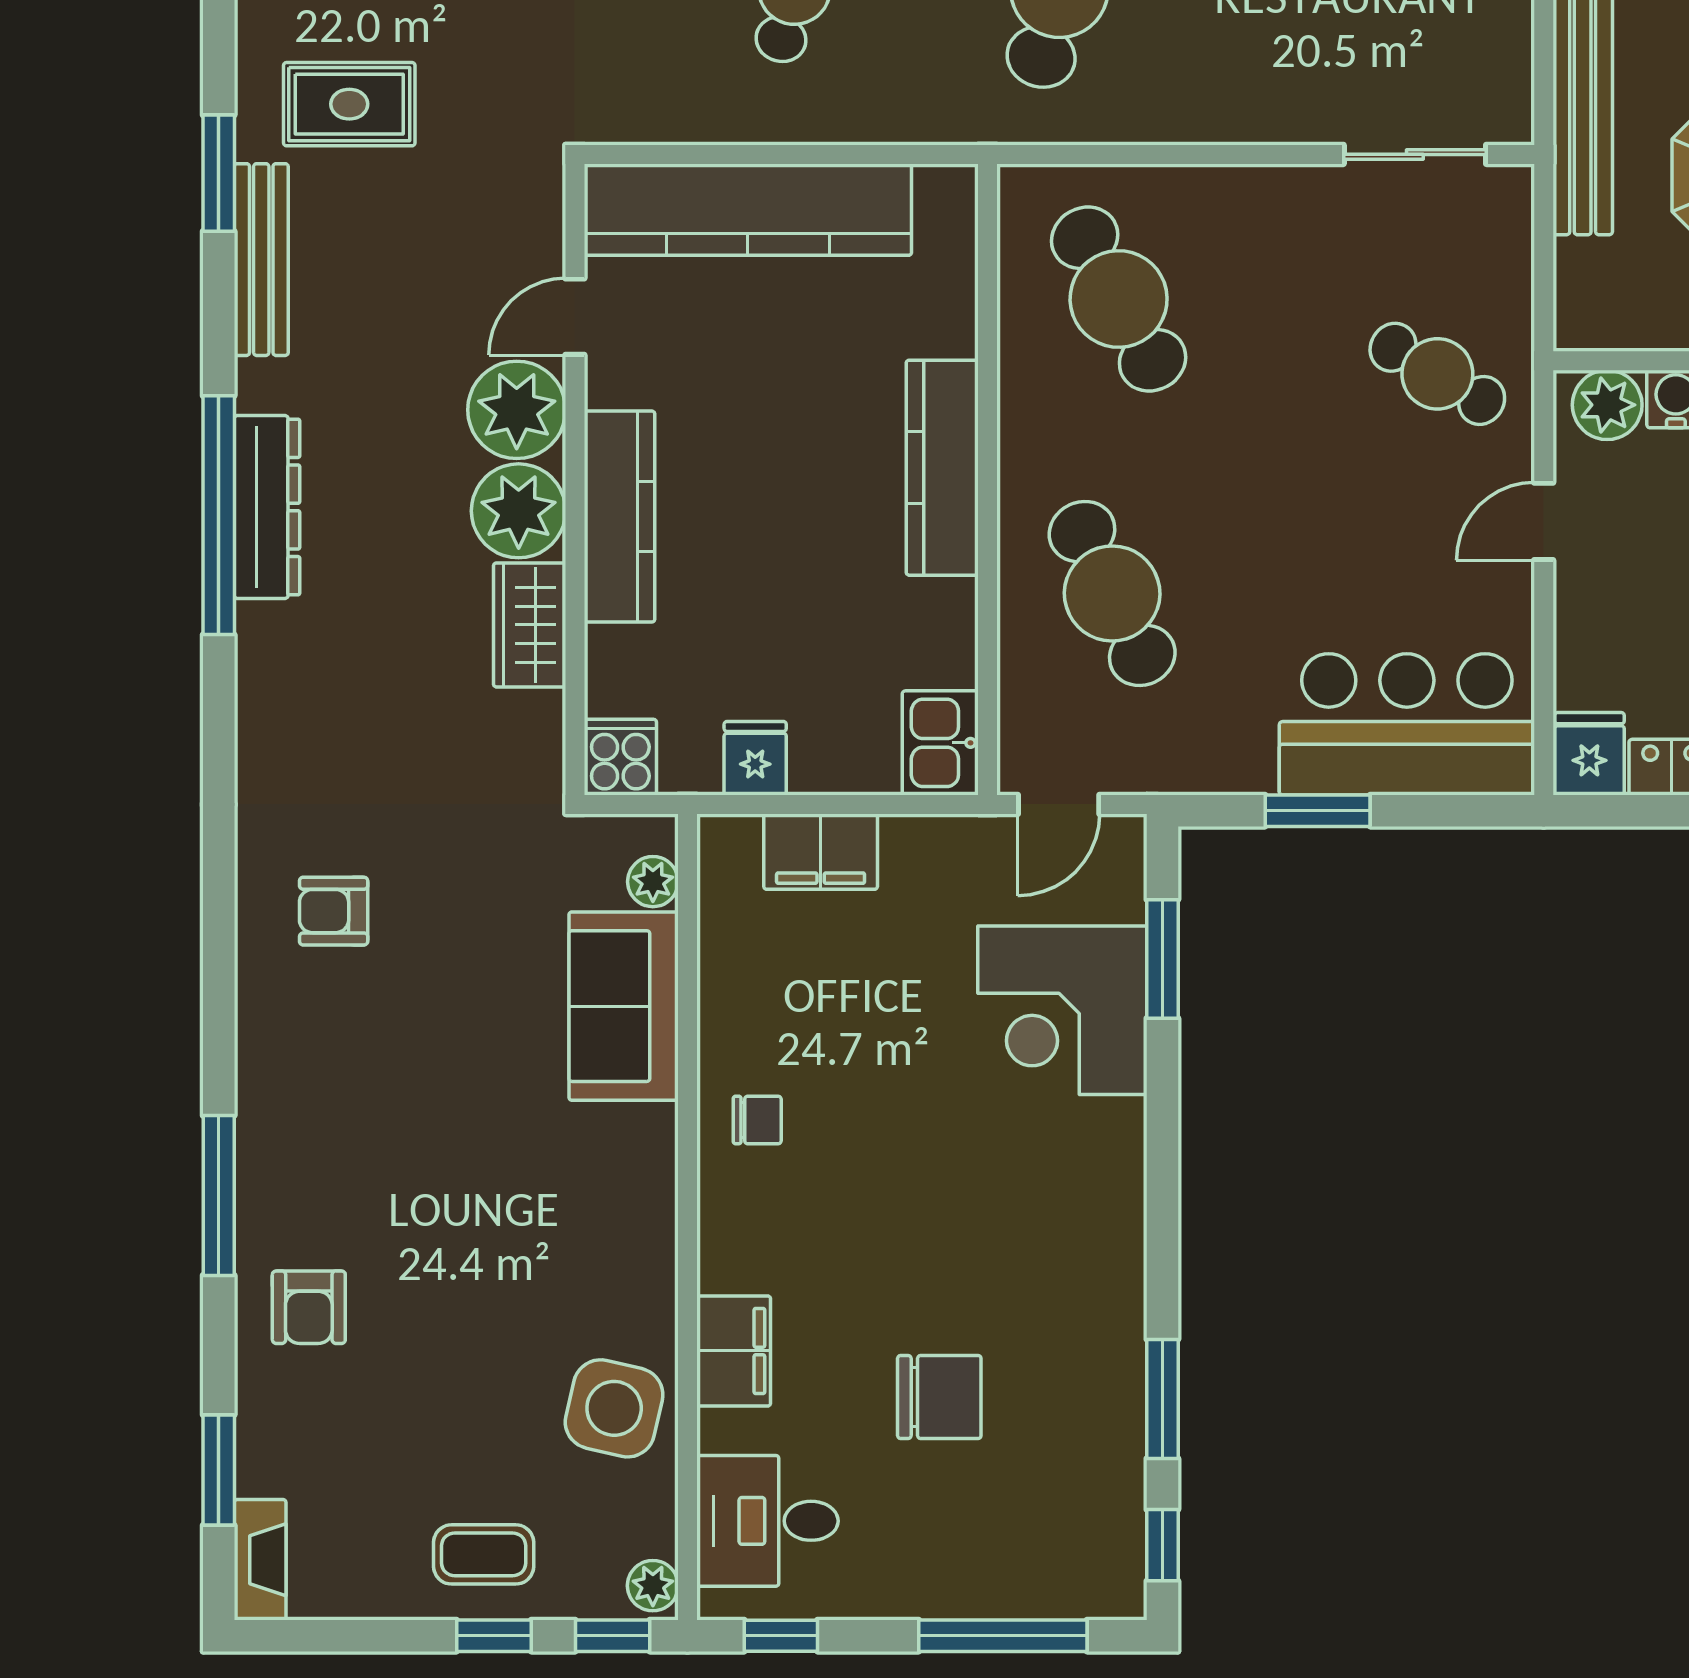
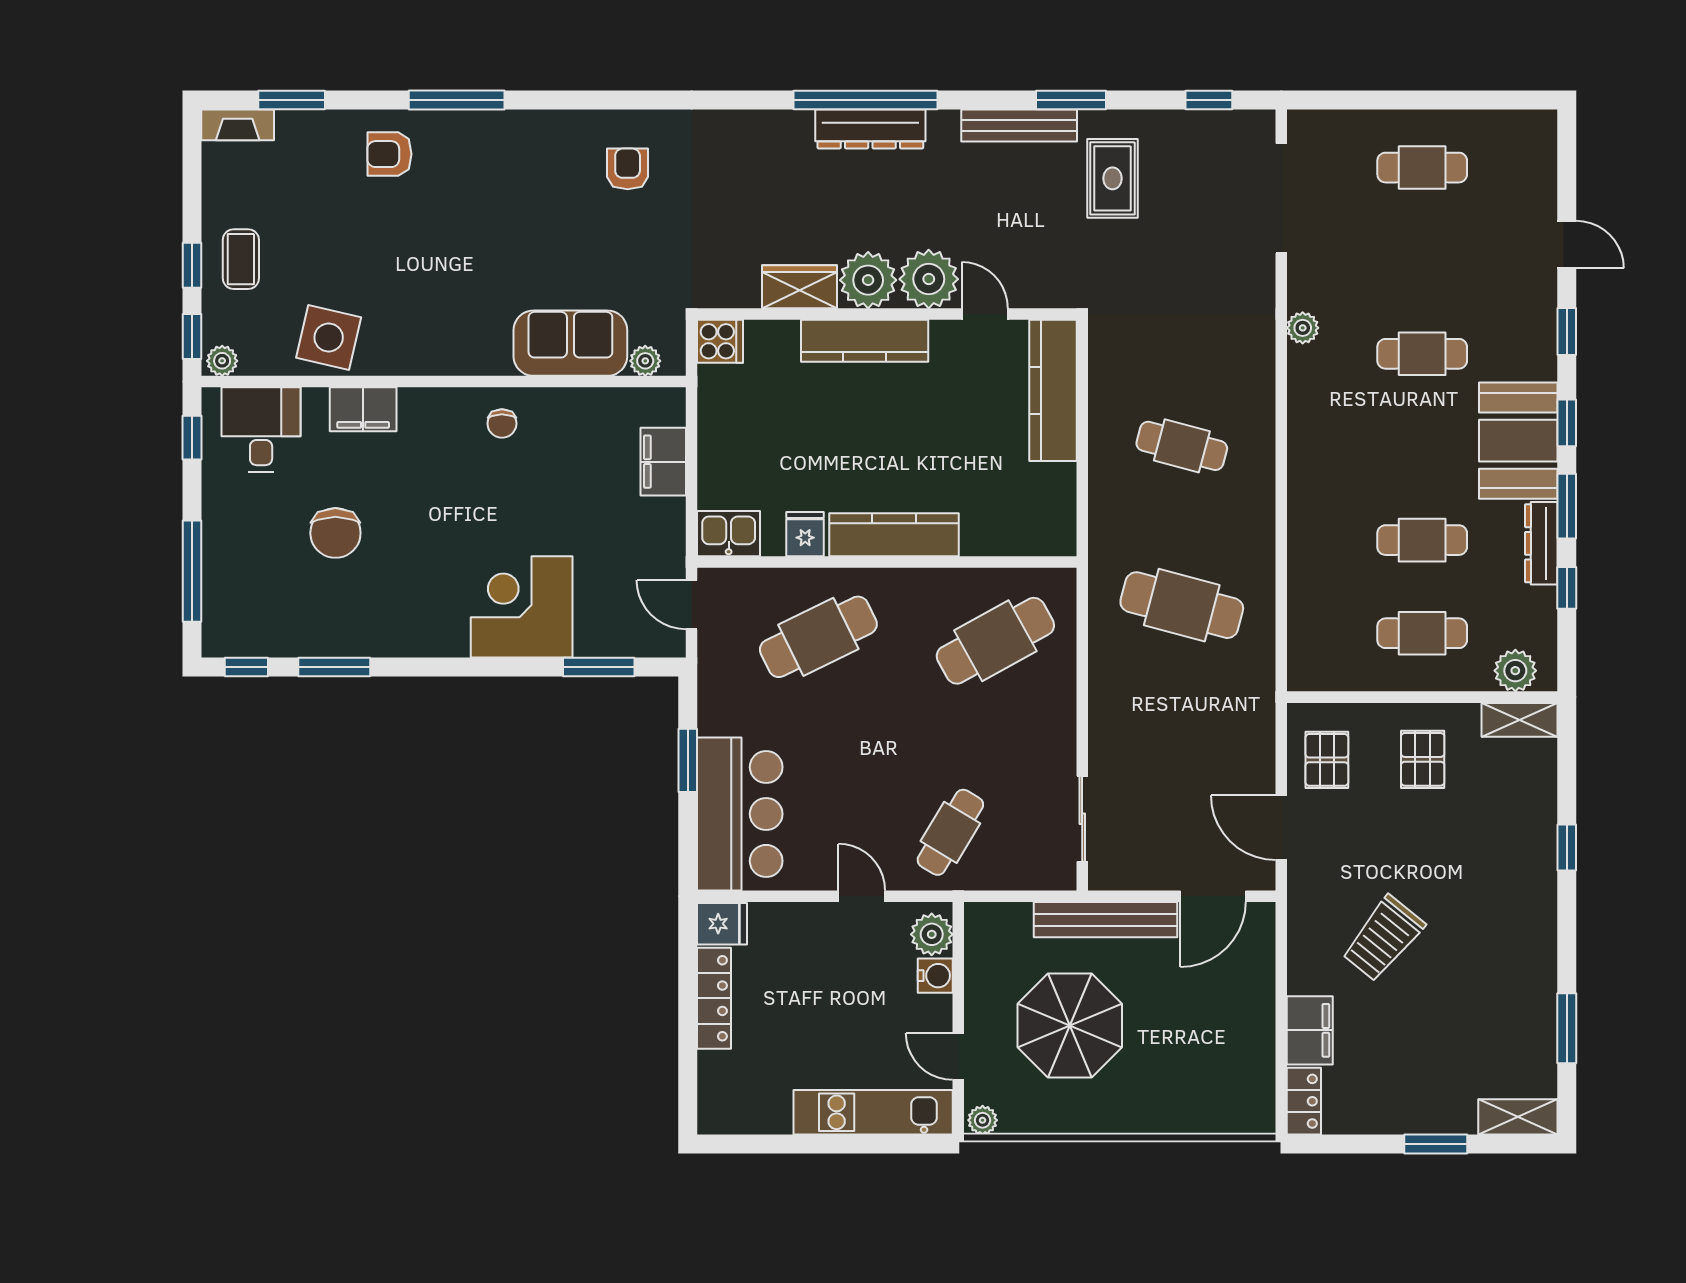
kitchen counter: (748, 210) -> (1053, 390), width x0.72, depth x0.86
fridge: (755, 758) -> (805, 534), moved, turned -90
corner desk: (1062, 1010) -> (522, 607), moved

